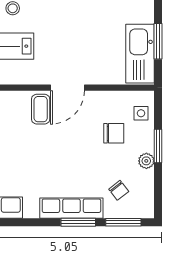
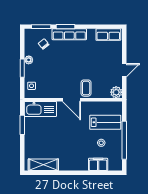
kitchen sink: (140, 54) -> (40, 109), moved, turned 90
door: (67, 88) -> (71, 100), swing flipped
chair: (114, 133) -> (46, 75), removed

